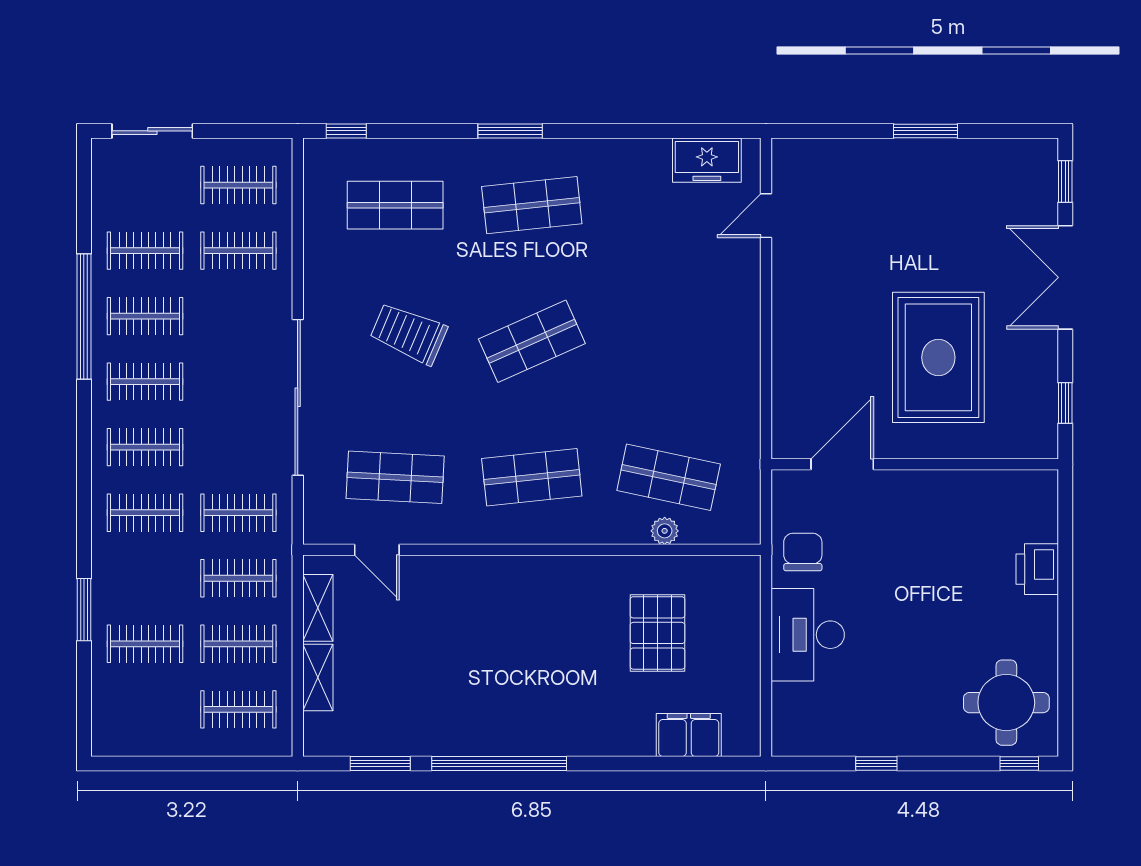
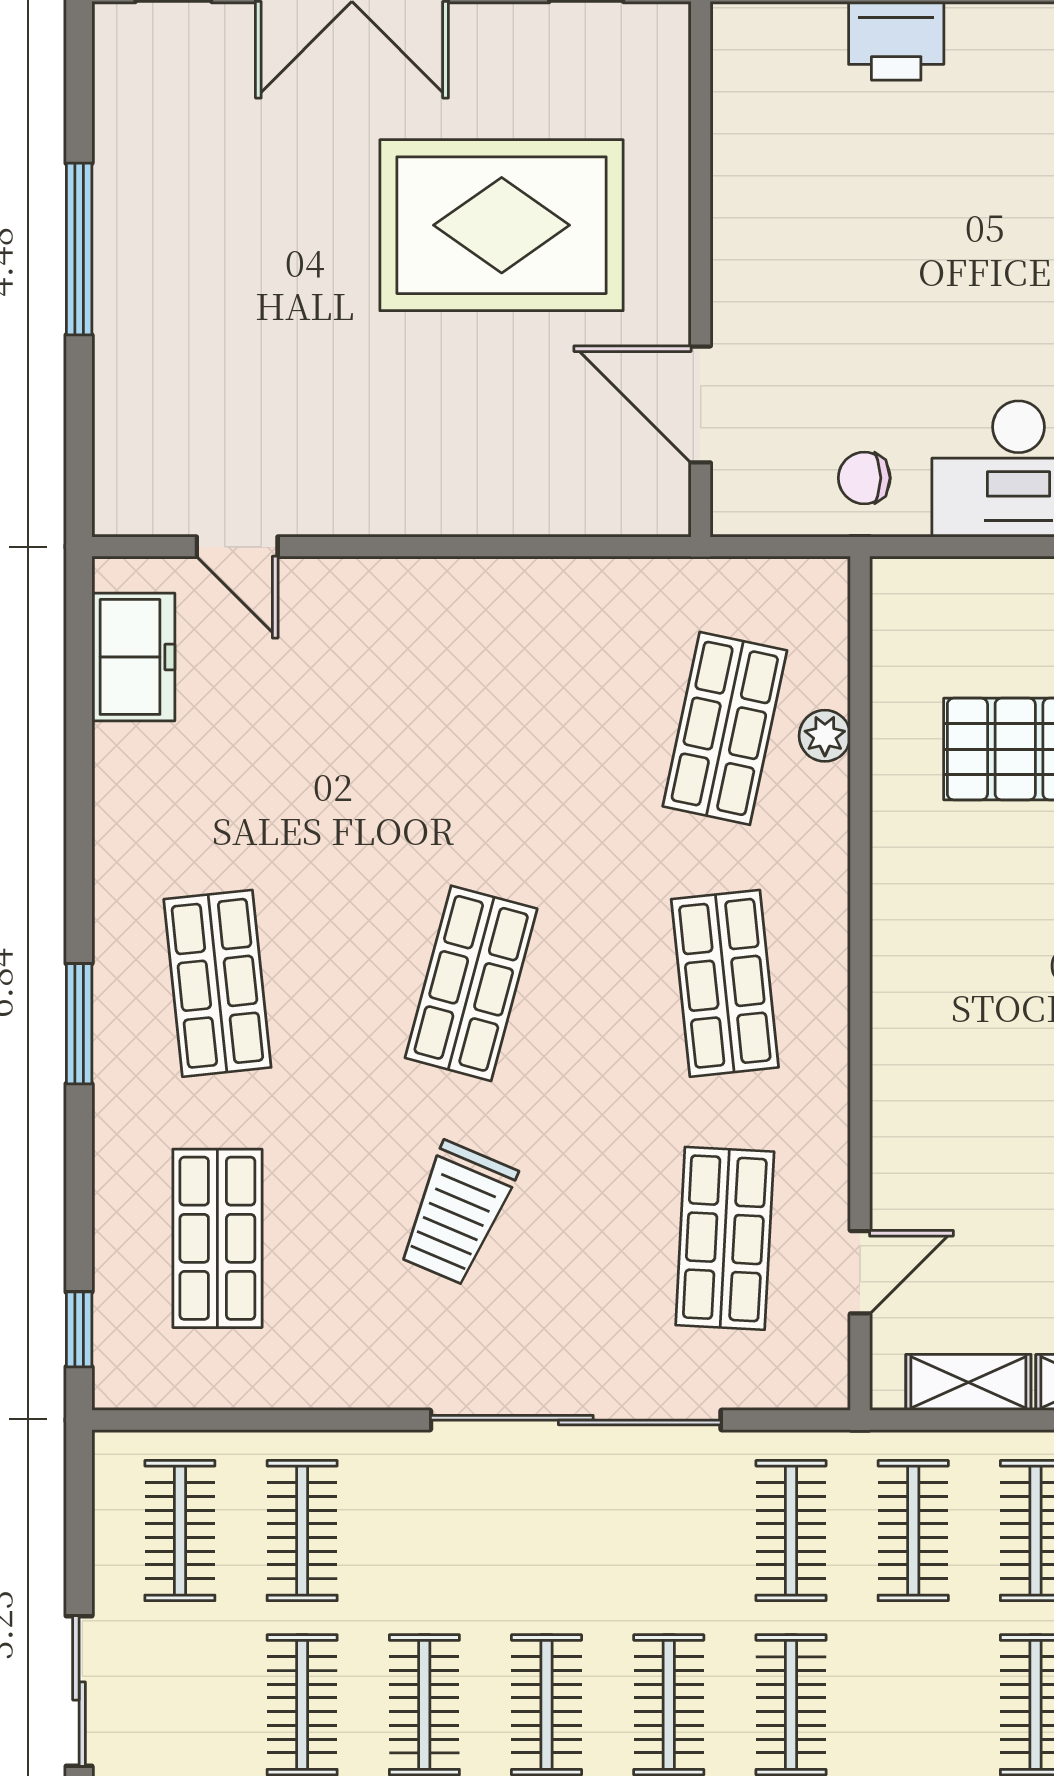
window: (926, 131) -> (79, 249), width x1.44
shop shelf: (532, 341) -> (471, 983), turned 39
chair: (803, 552) -> (864, 478), width x0.73, depth x0.73

